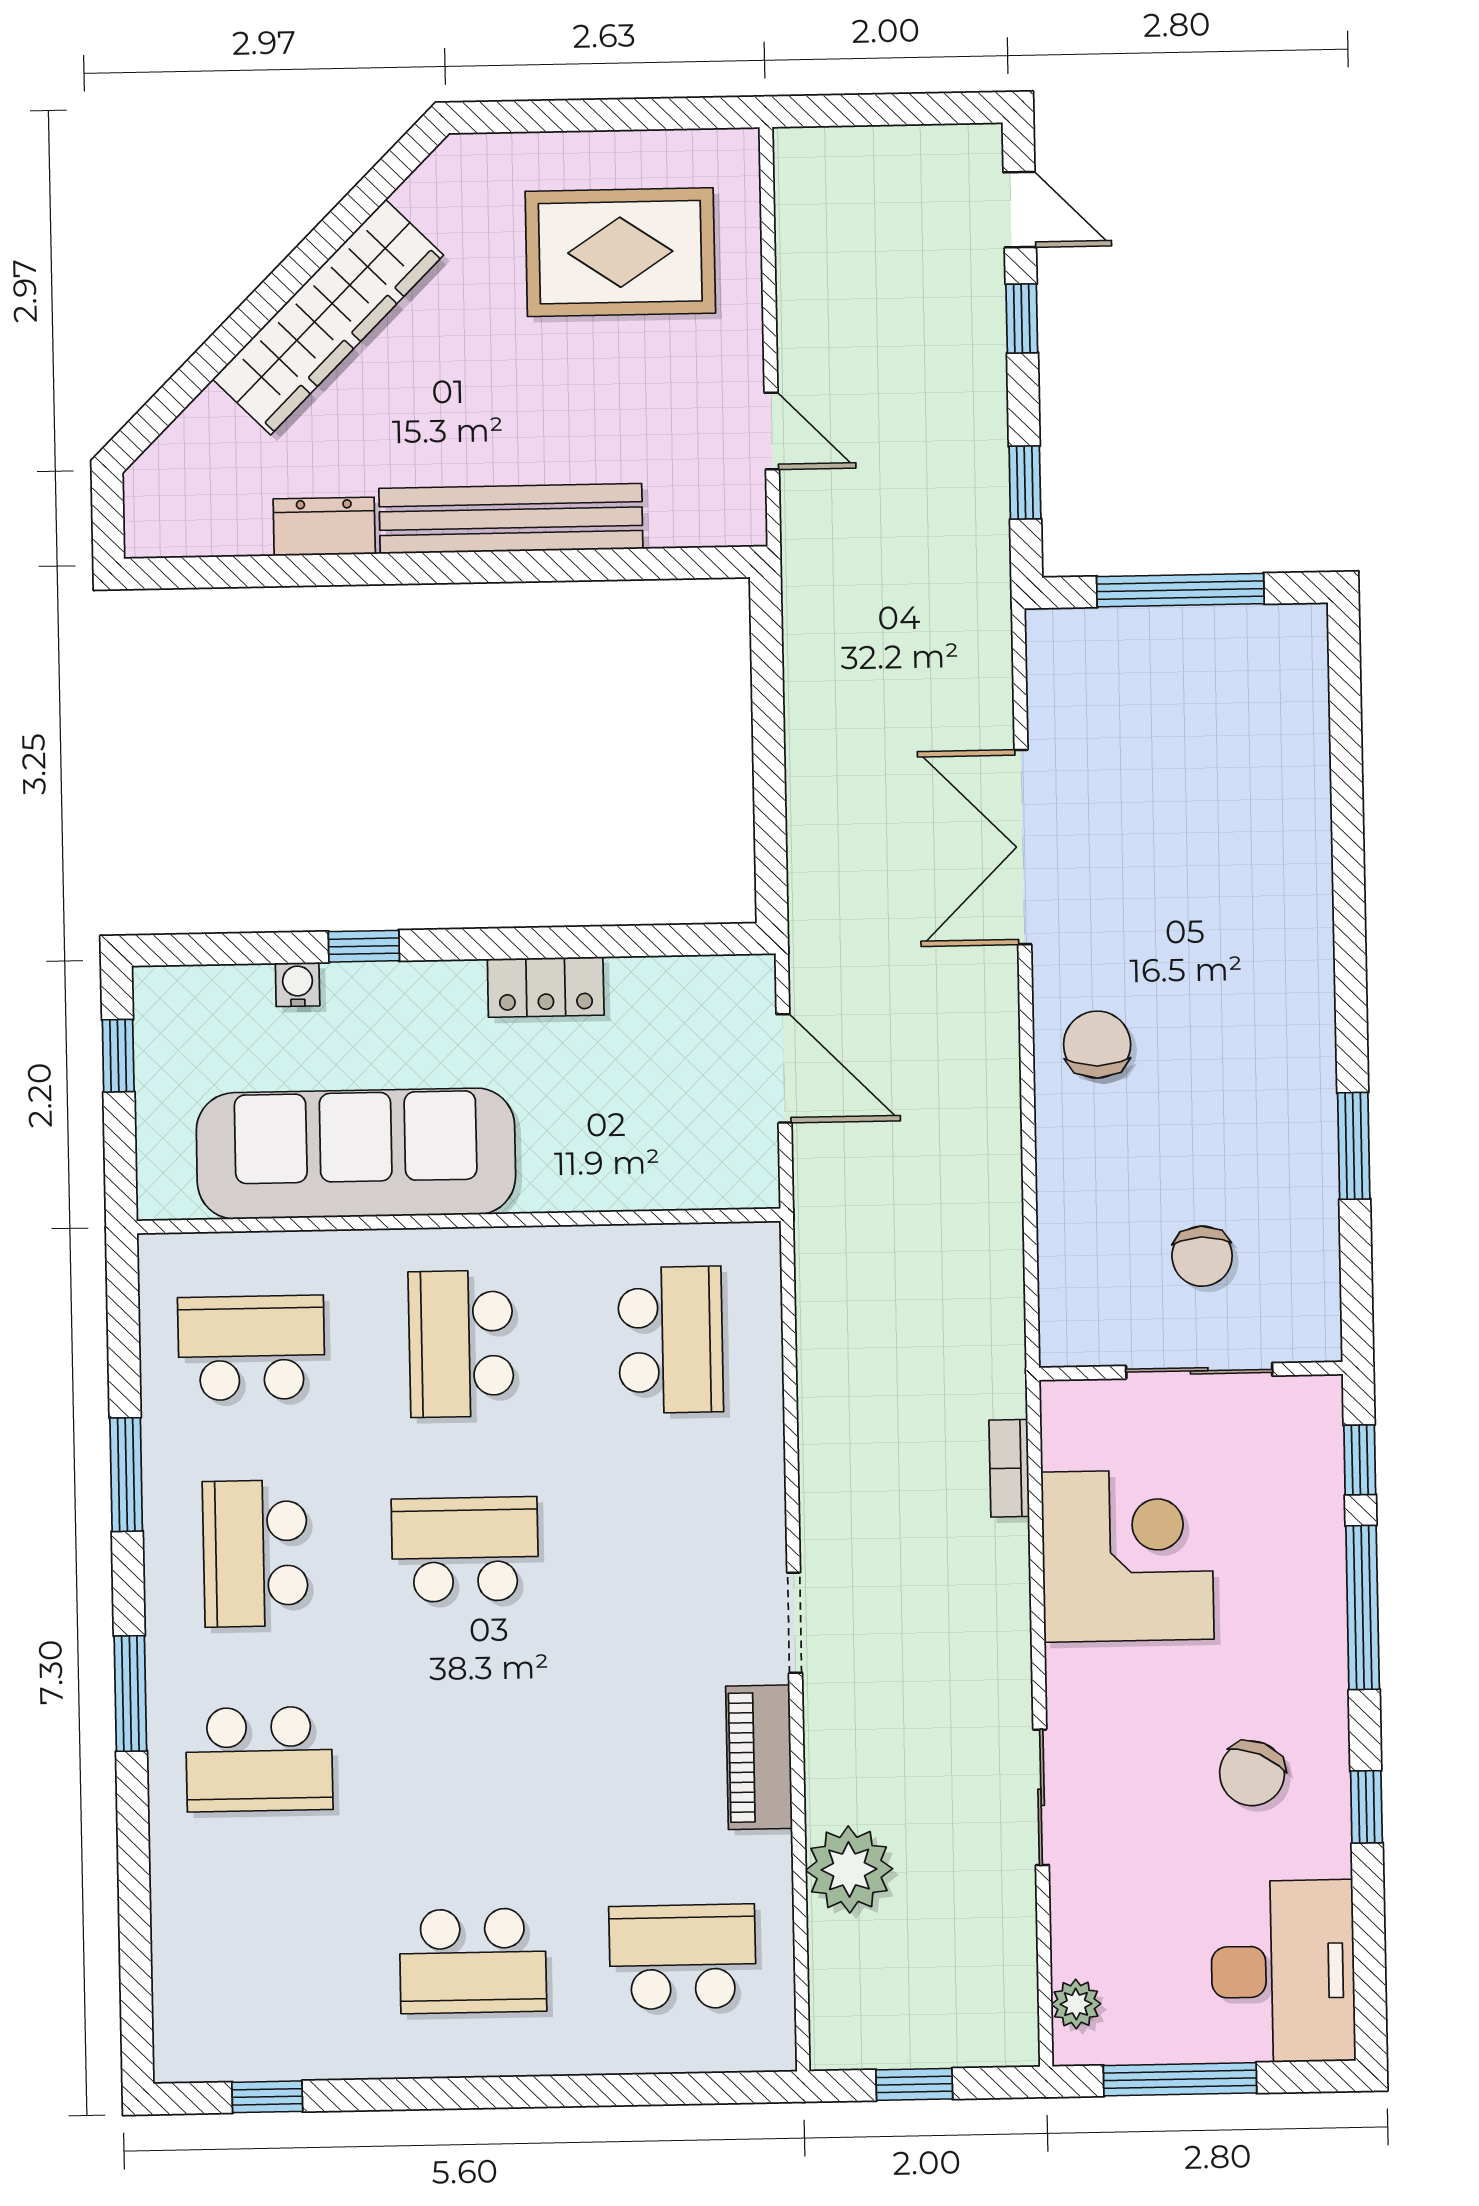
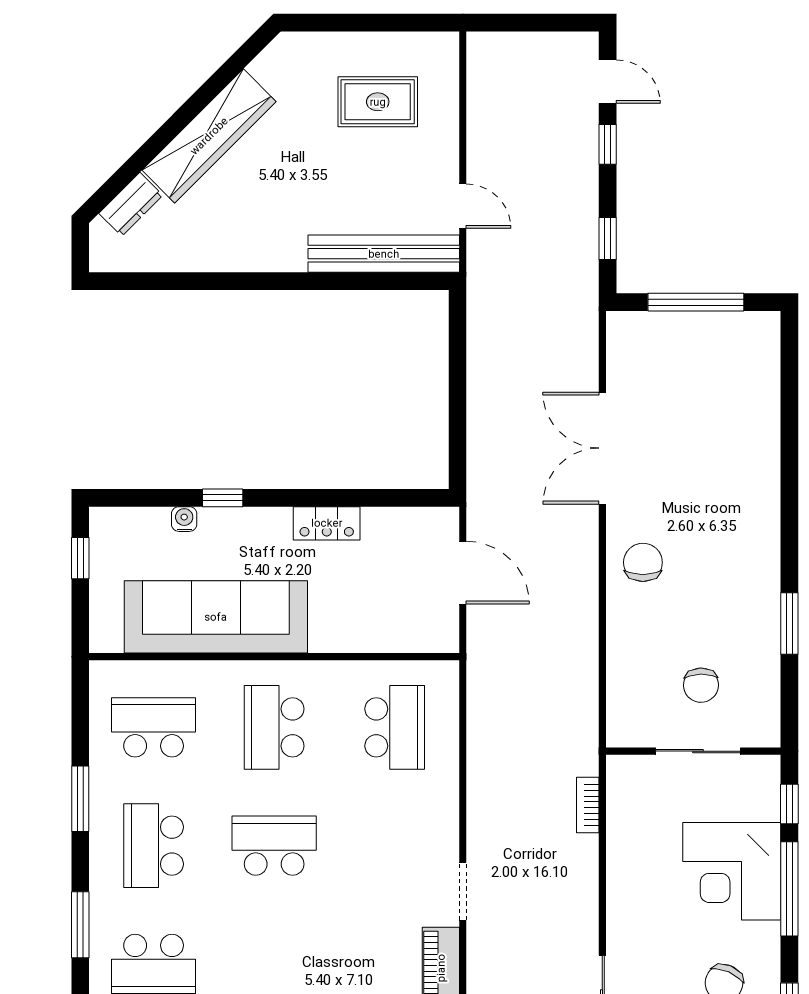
rug: (620, 252) -> (378, 102), width x0.73, depth x0.70
bench: (511, 519) -> (384, 254), moved
dresser: (324, 526) -> (131, 204), moved, turned 135
corner desk: (1128, 1556) -> (732, 871), moved, turned 180

